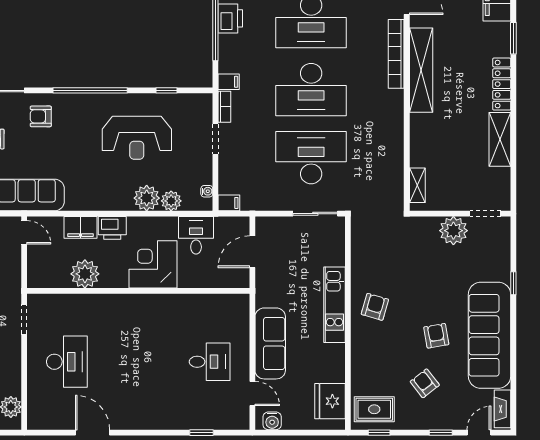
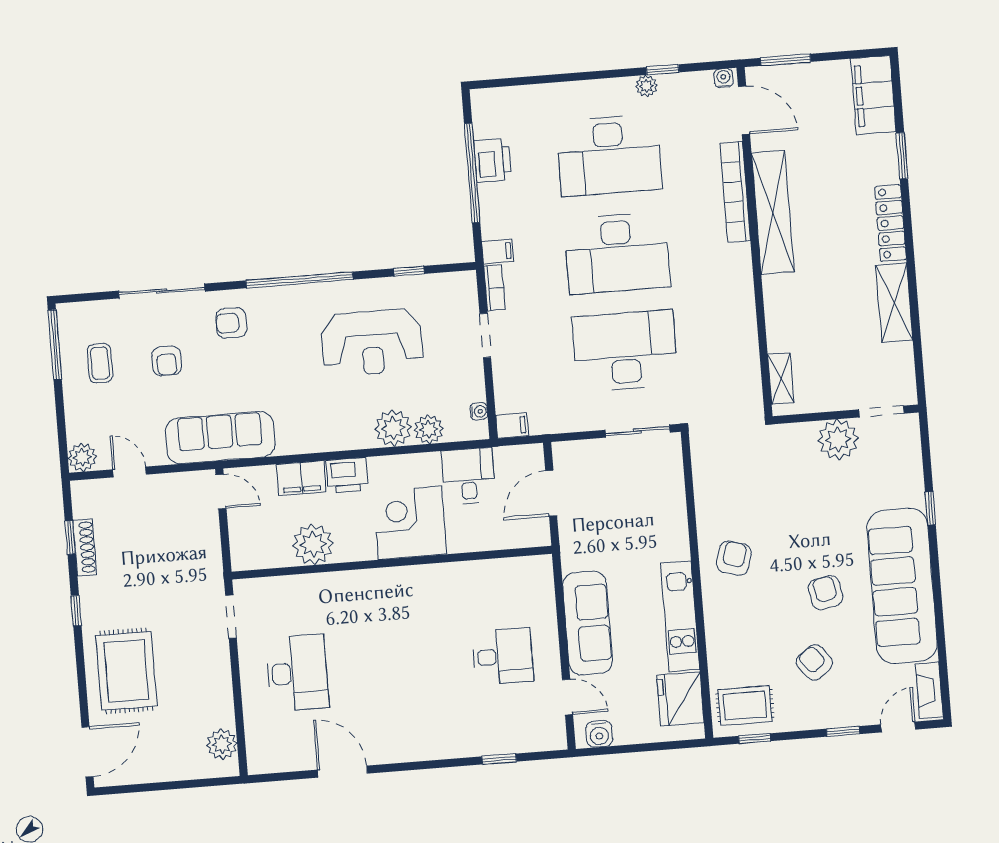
kitchen unit: (334, 305) -> (680, 616), moved

